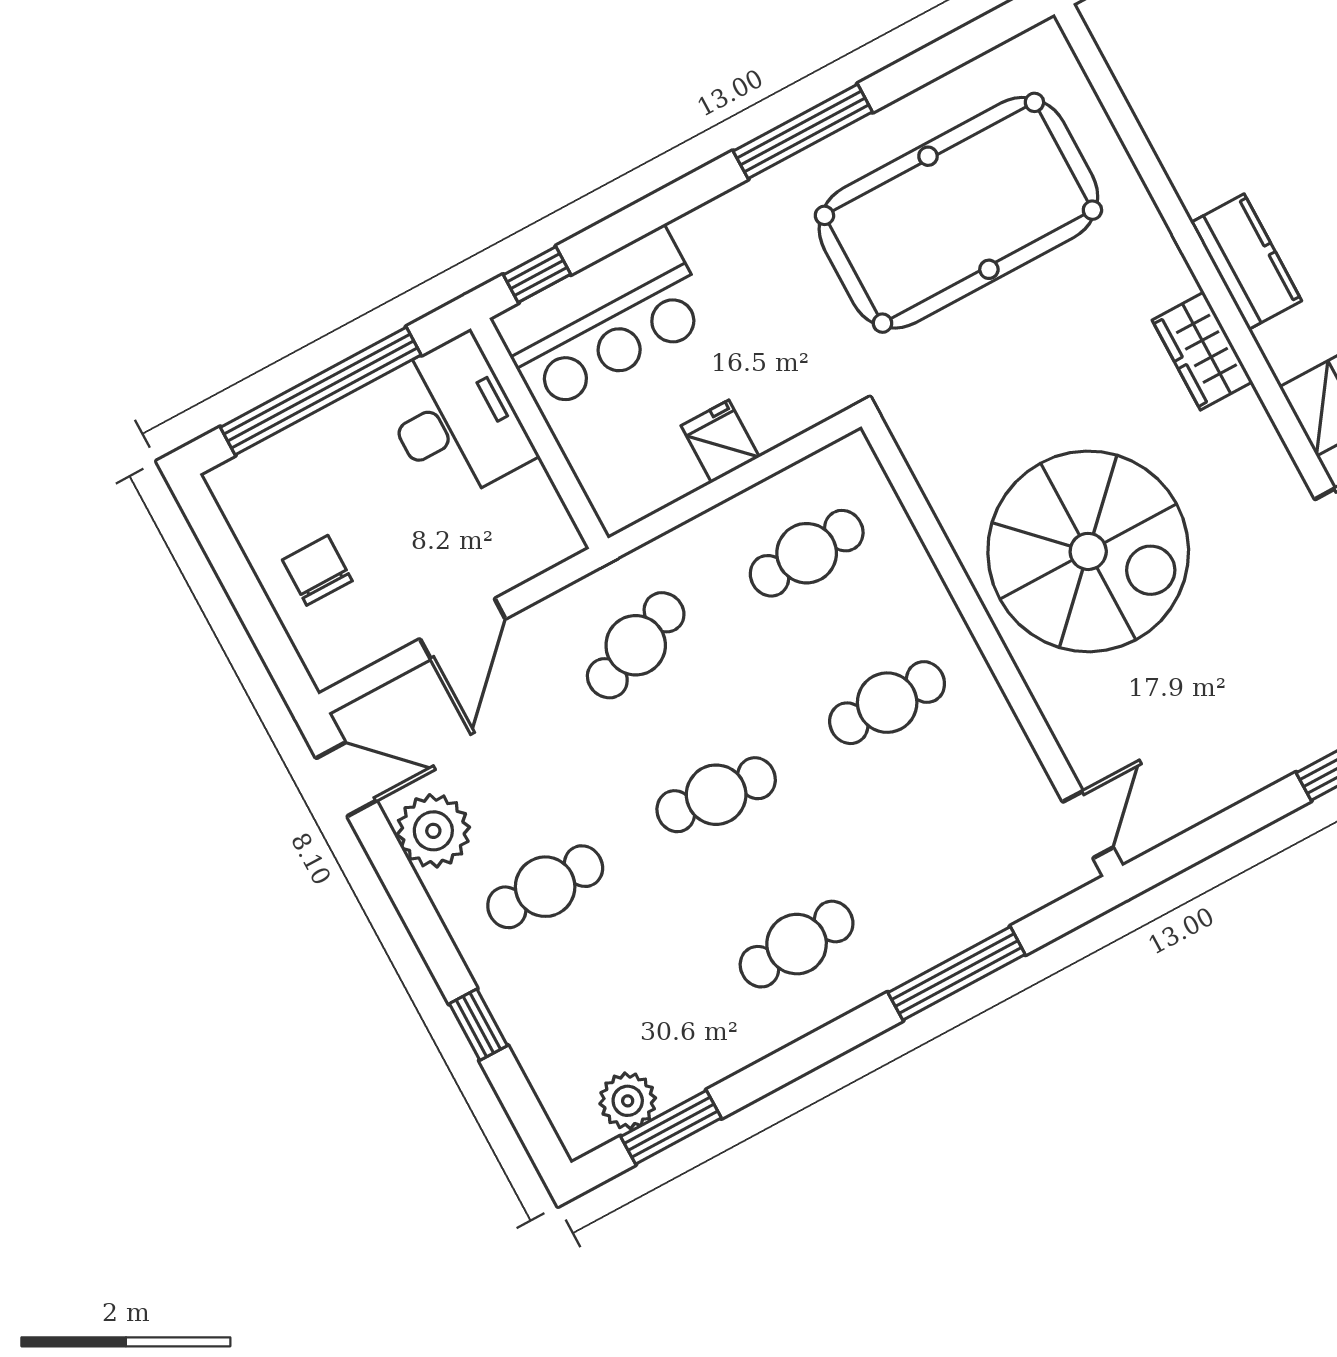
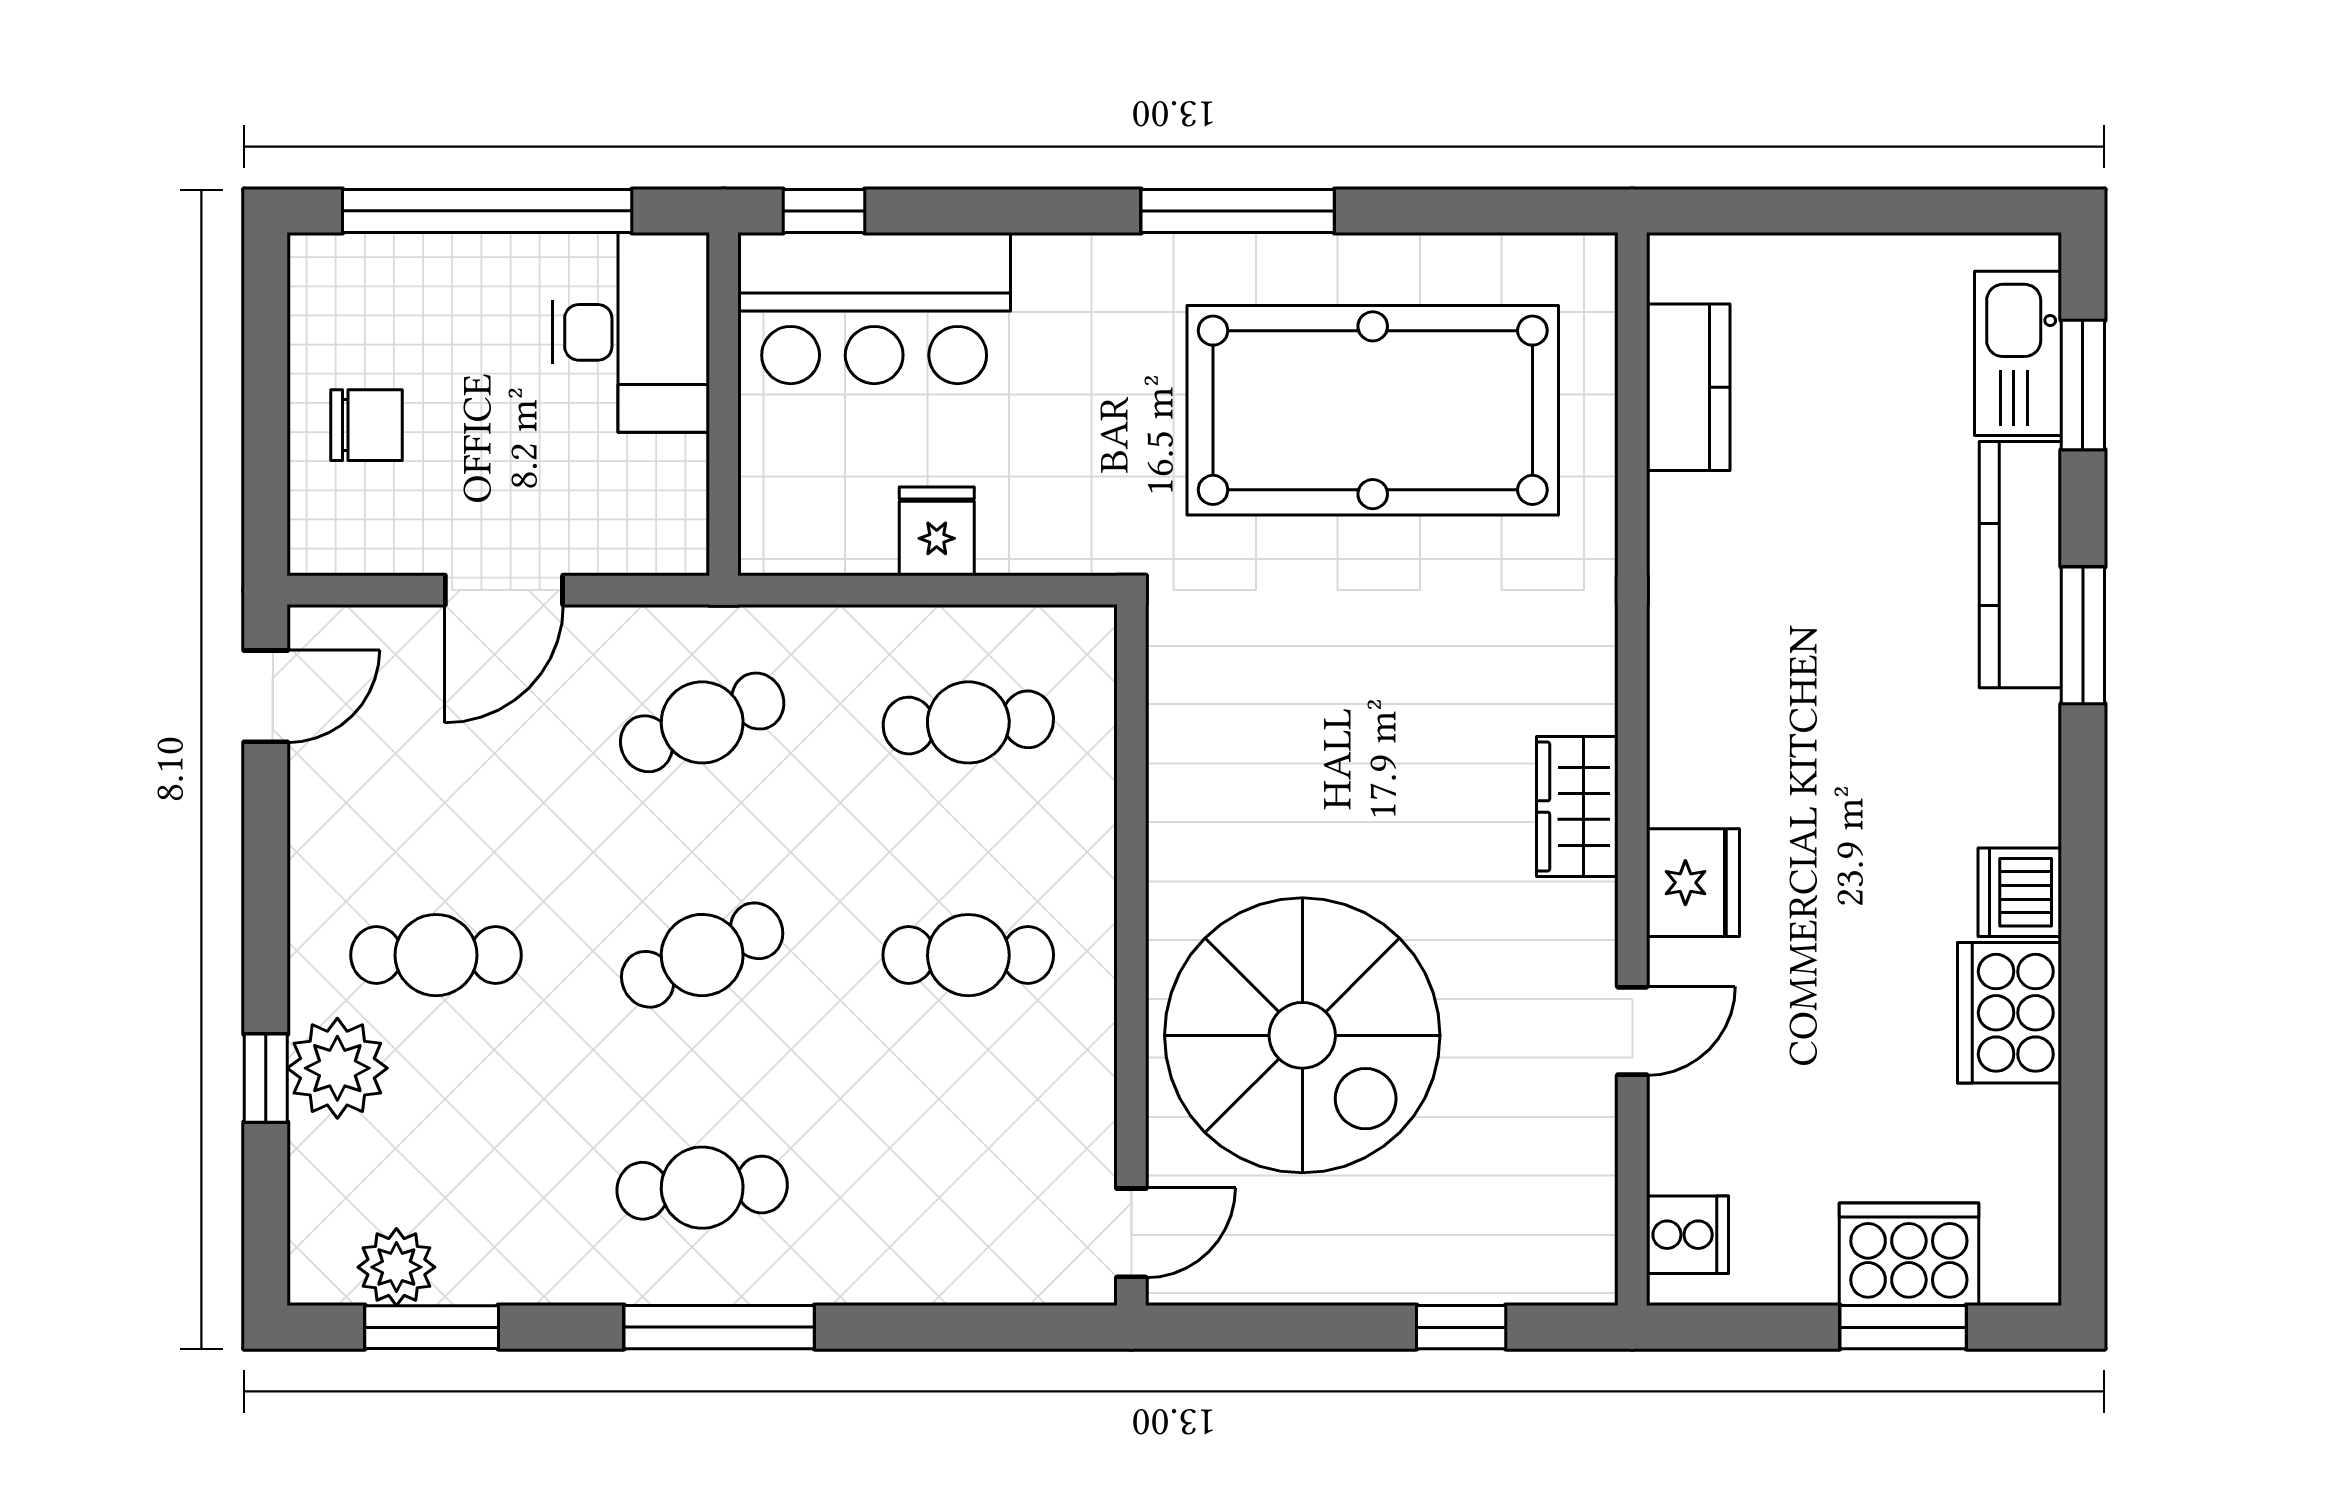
kitchen counter: (1246, 262) -> (1688, 387), moved
wardrobe: (1202, 351) -> (1577, 807), moved
spiral stairs: (1088, 551) -> (1302, 1035), moved
chair: (317, 570) -> (367, 425), turned 90
door: (346, 779) -> (266, 696), hinge flipped
cafe table: (716, 795) -> (702, 955), turned -30
plant: (433, 831) -> (337, 1068), moved
window: (957, 973) -> (719, 1327), moved

